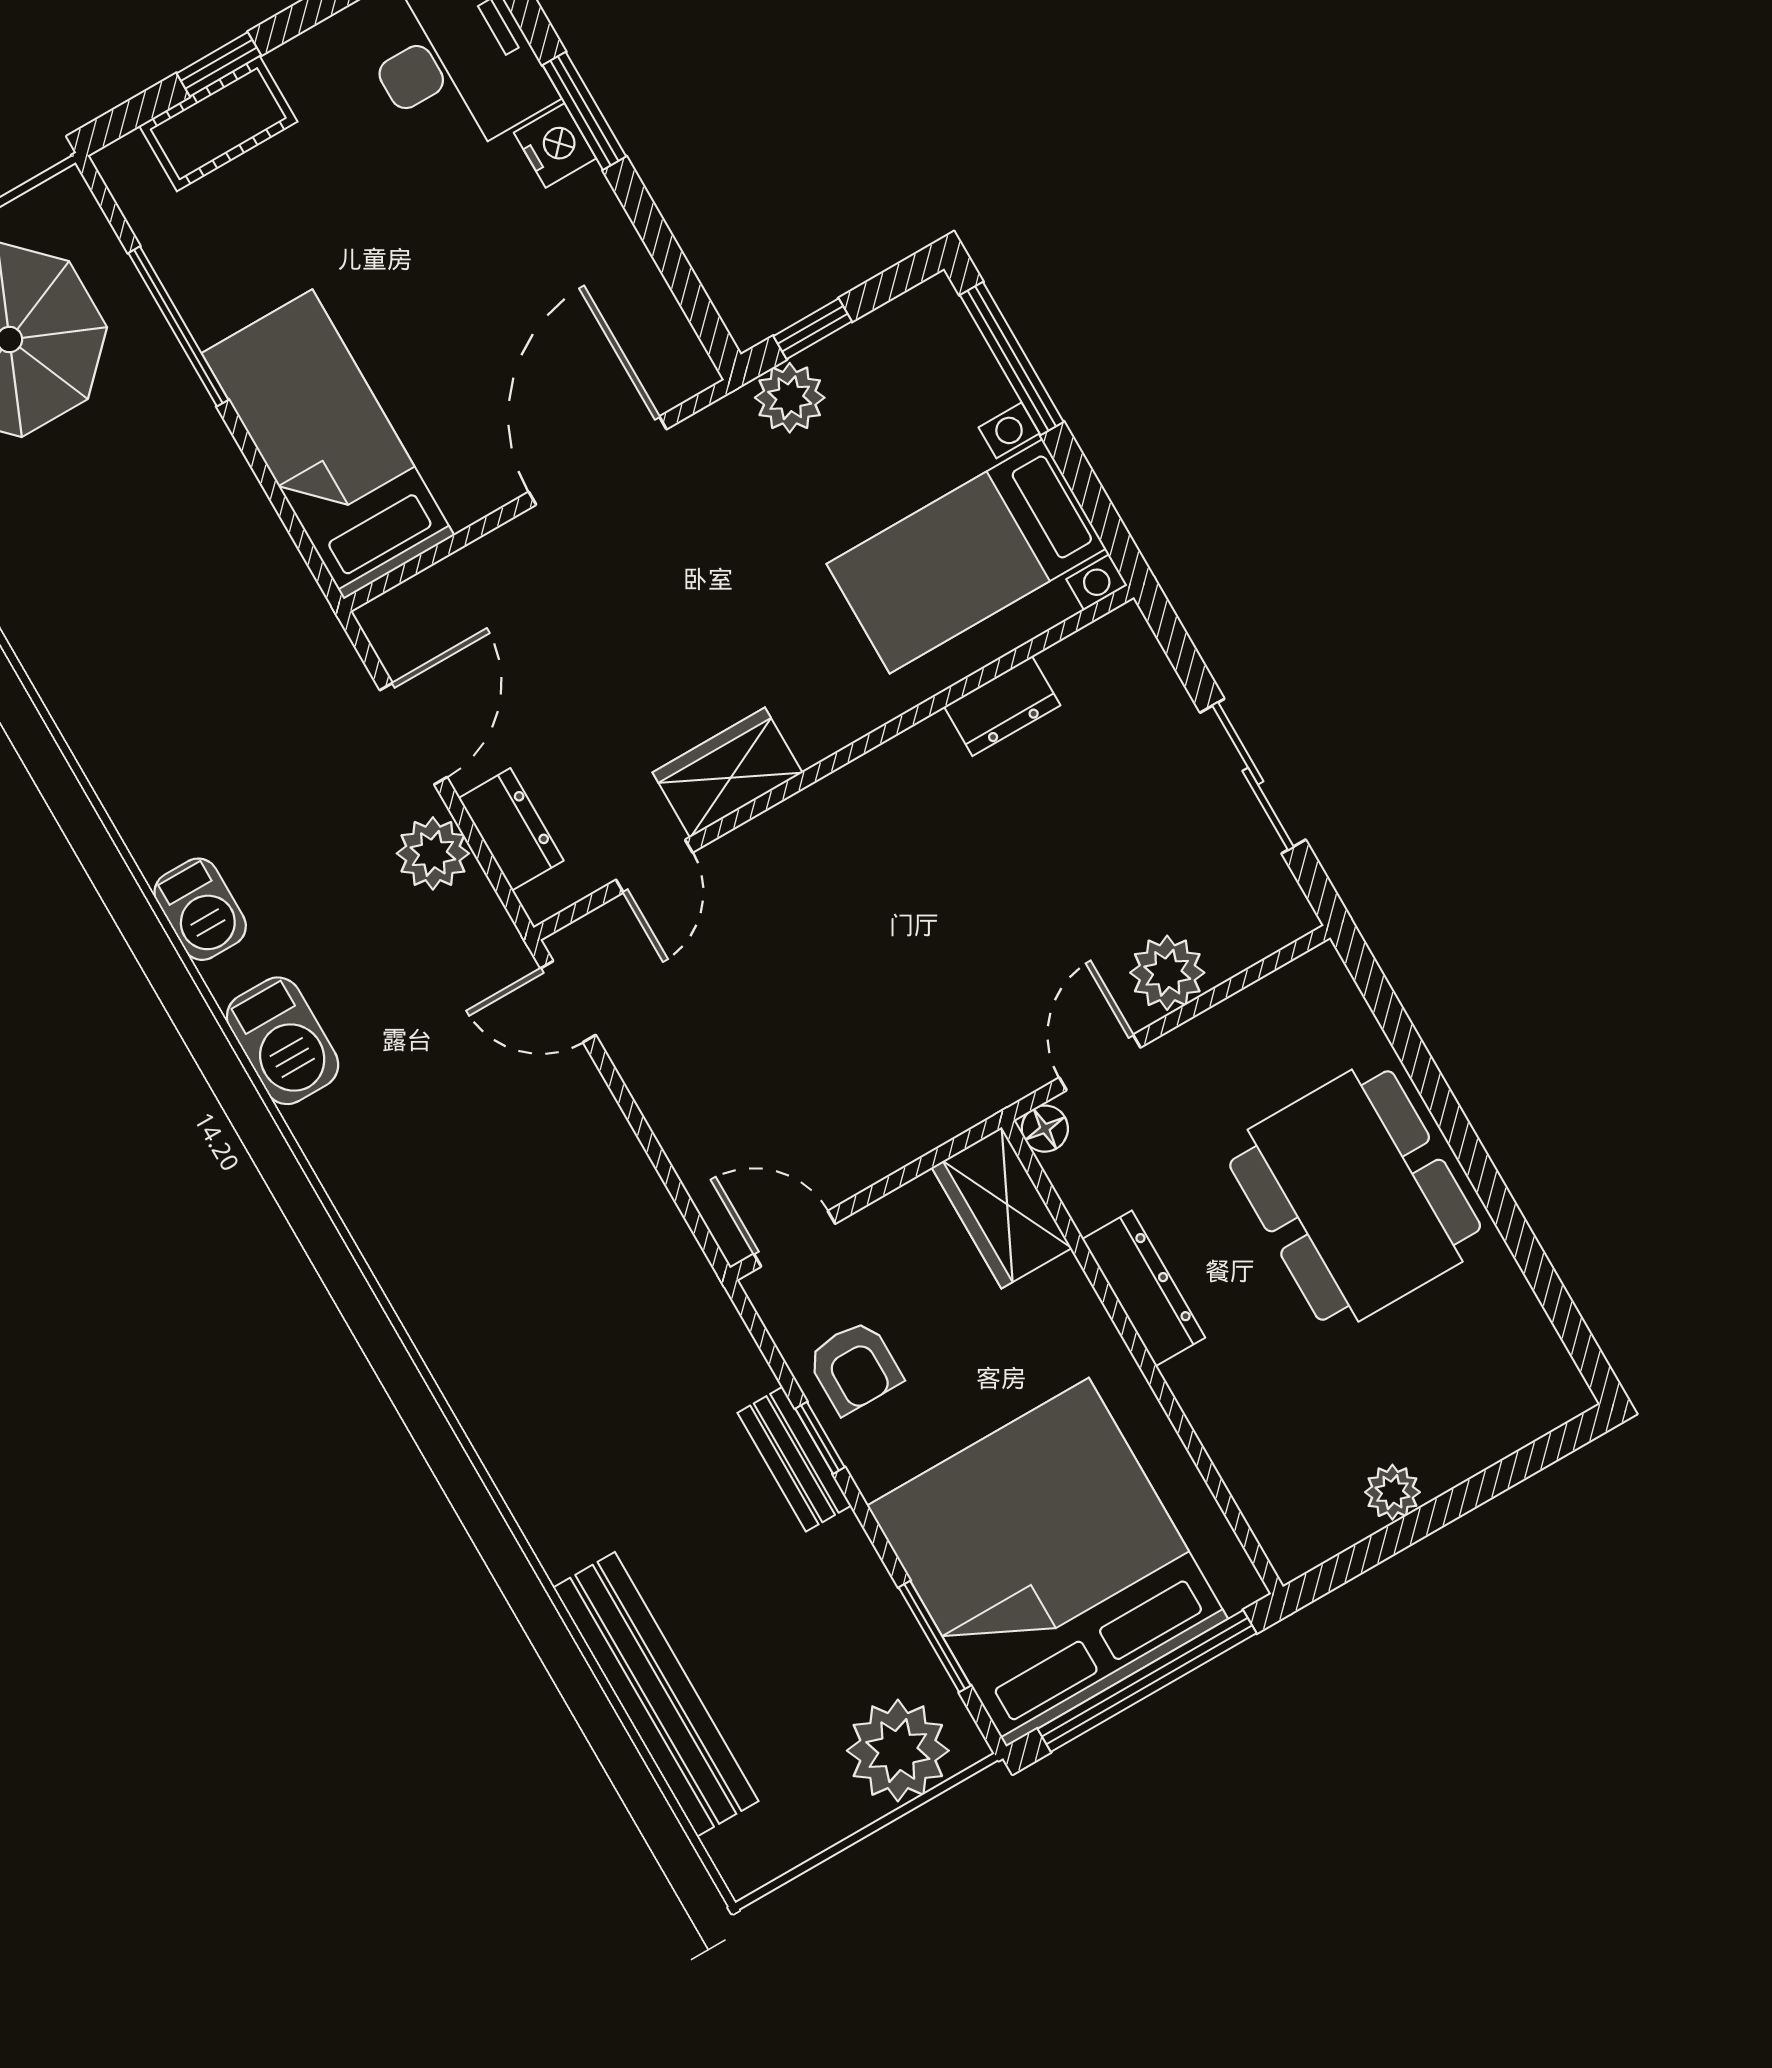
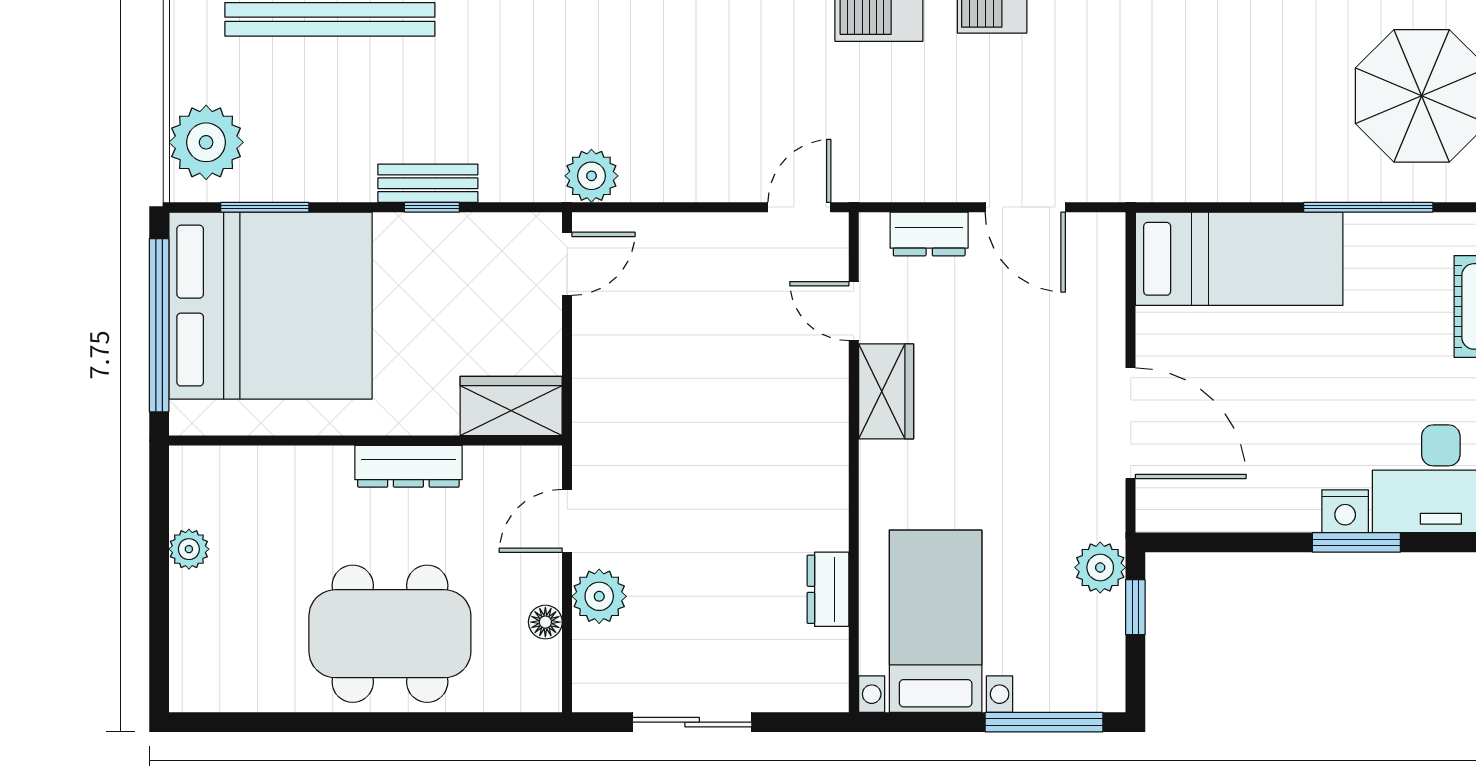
plant: (433, 853) -> (591, 176), moved
door: (1100, 1062) -> (567, 521), swing flipped
floor lamp: (1045, 1129) -> (545, 622), moved
armchair: (854, 1367) -> (464, 255), removed

